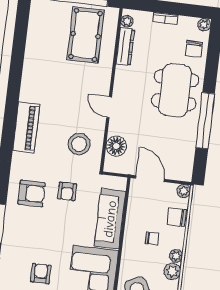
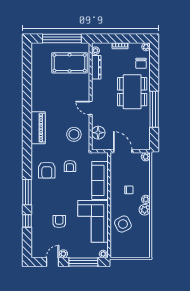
pool table: (85, 35) -> (70, 63), turned 90
armchair: (31, 193) -> (47, 170), turned 90
chair: (177, 217) -> (143, 174), removed

